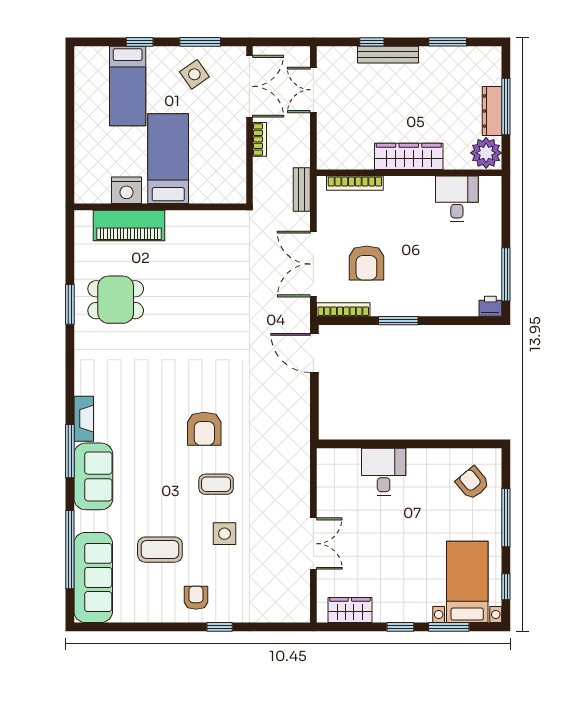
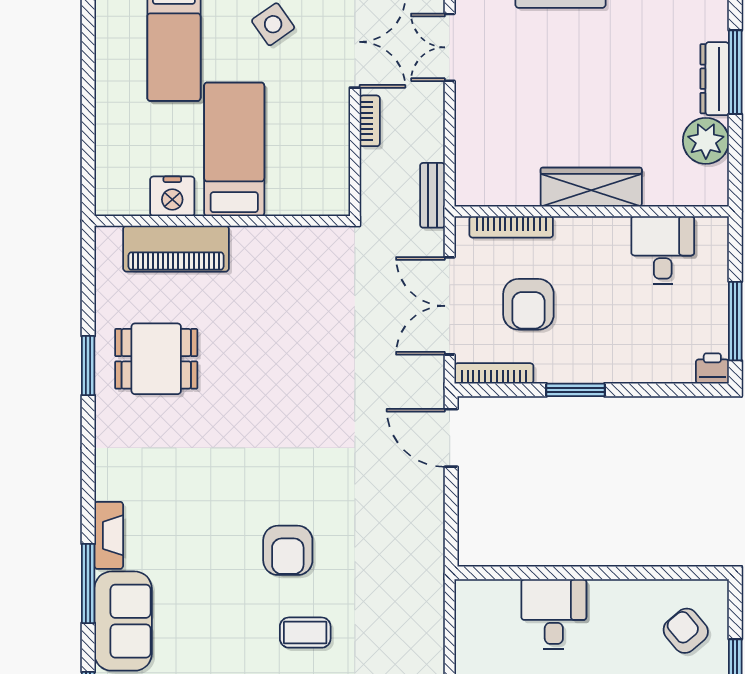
wardrobe: (409, 156) -> (591, 187), moved
wall: (409, 173) -> (592, 211), moved
bookcase: (355, 183) -> (511, 227), moved
desk: (457, 199) -> (663, 250), moved

